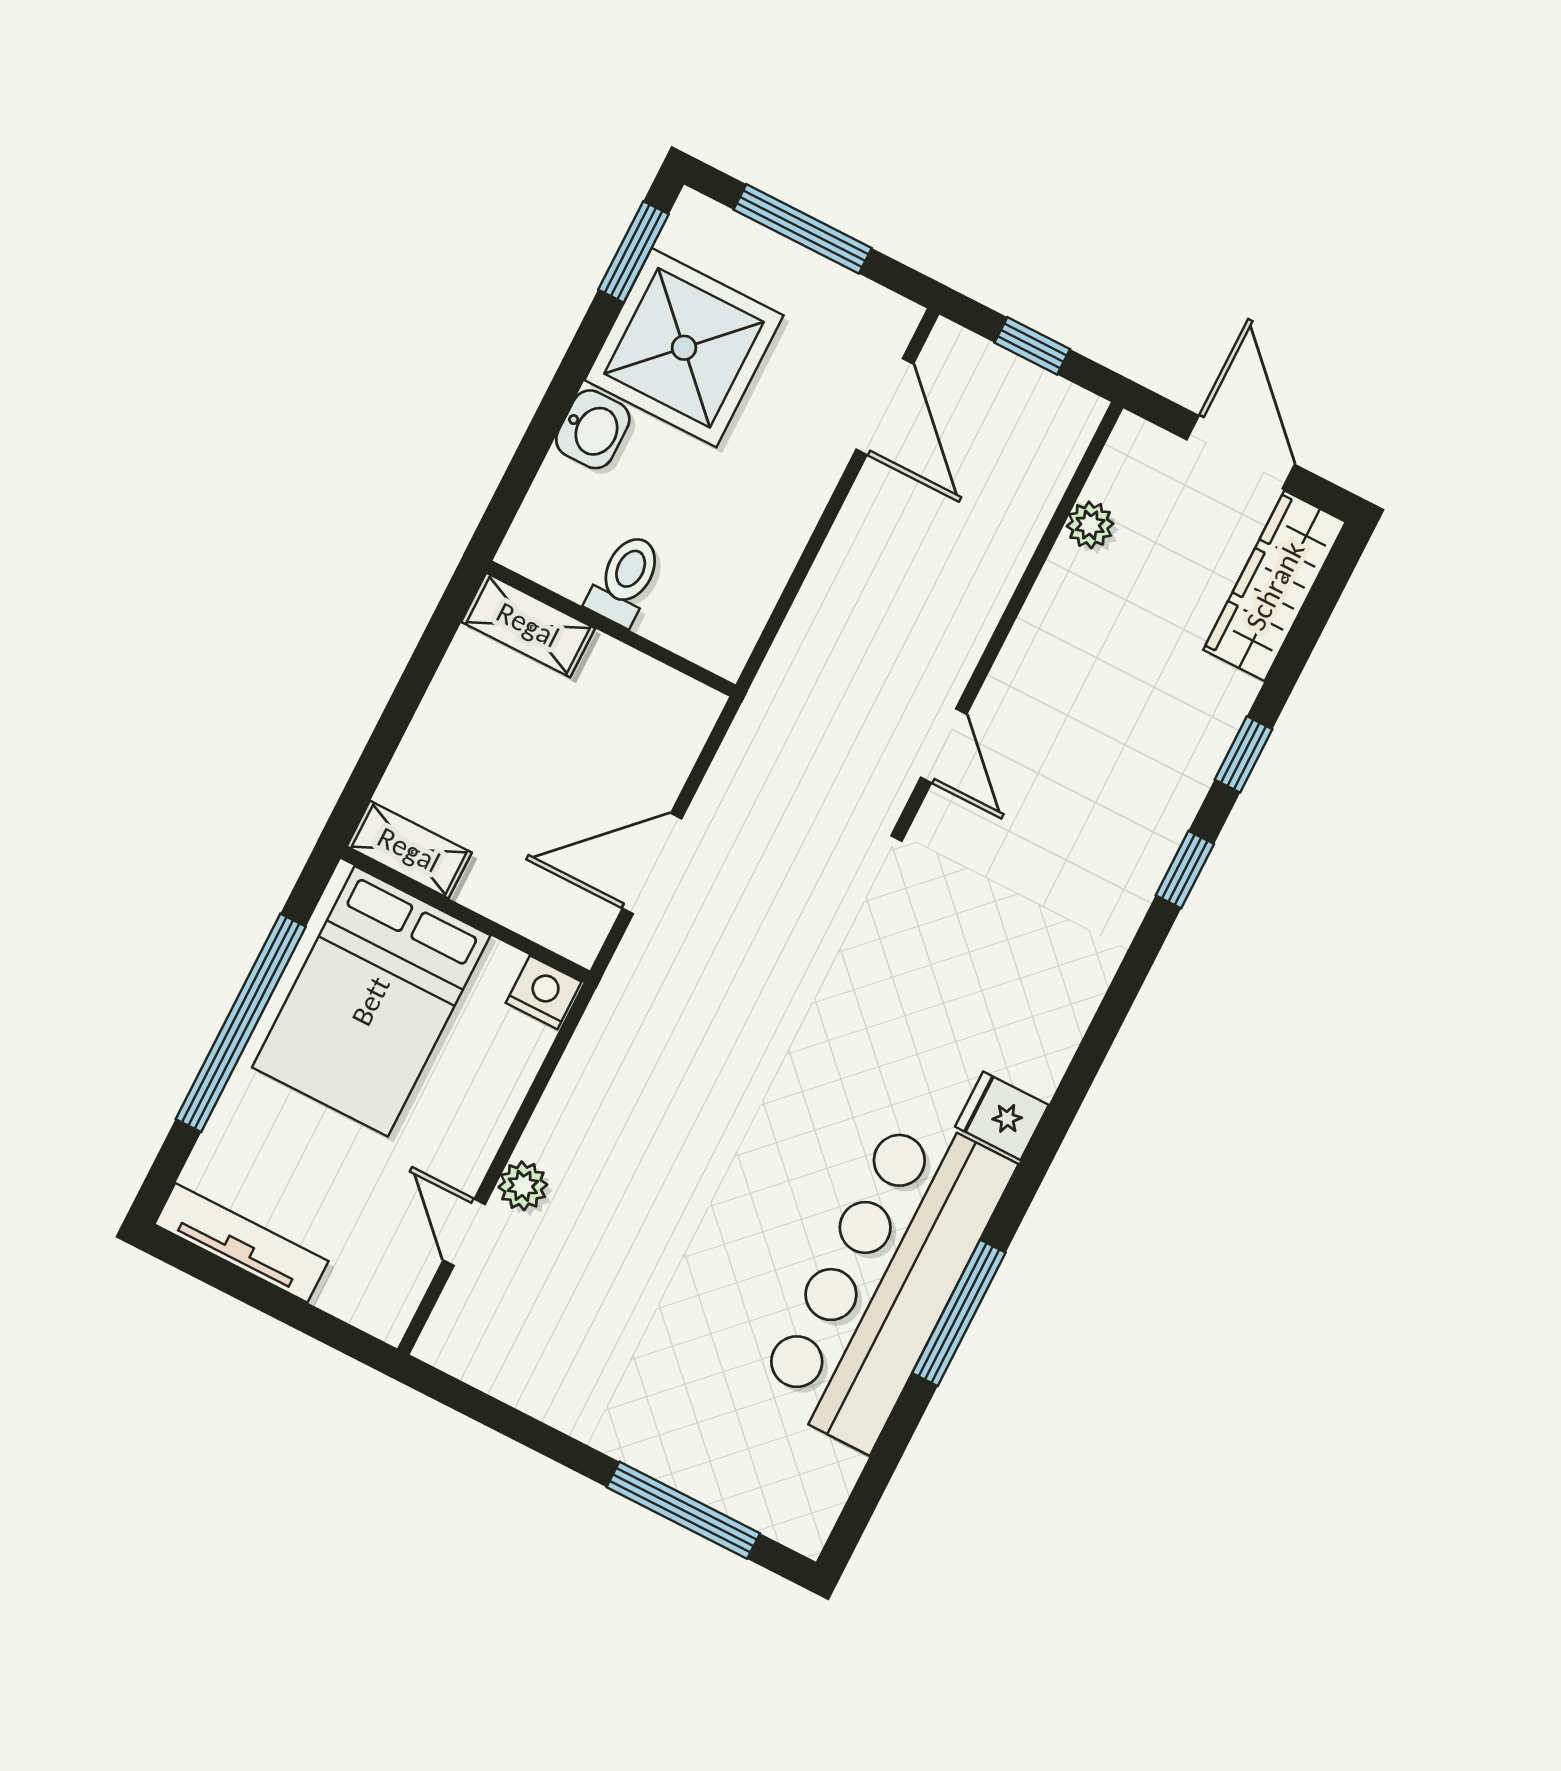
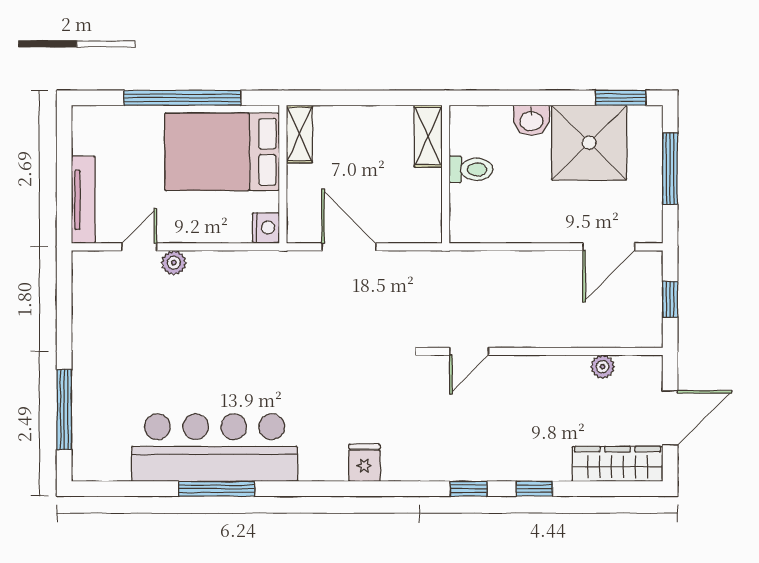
fridge: (1002, 1116) -> (364, 463), moved
tv unit: (241, 1243) -> (83, 200), moved

